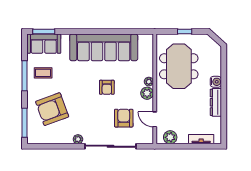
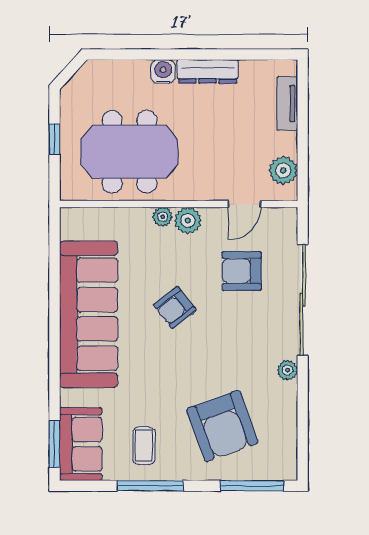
armchair: (107, 87) -> (175, 308), turned 142

